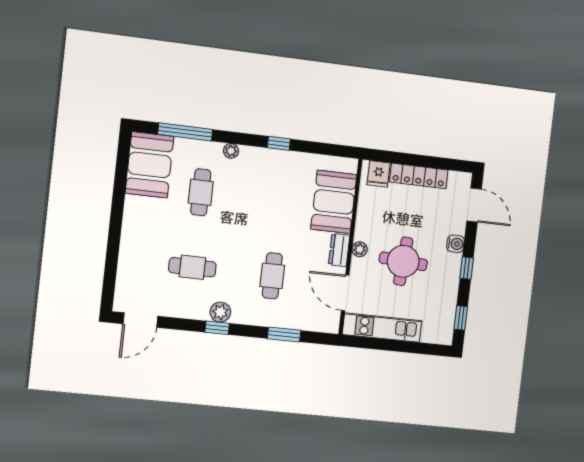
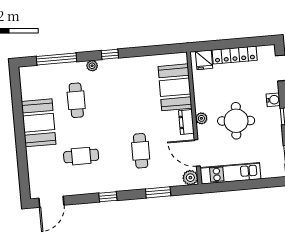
window: (279, 143) -> (110, 54), moved
booth: (149, 165) -> (39, 123), moved
plant: (220, 312) -> (190, 178), moved

